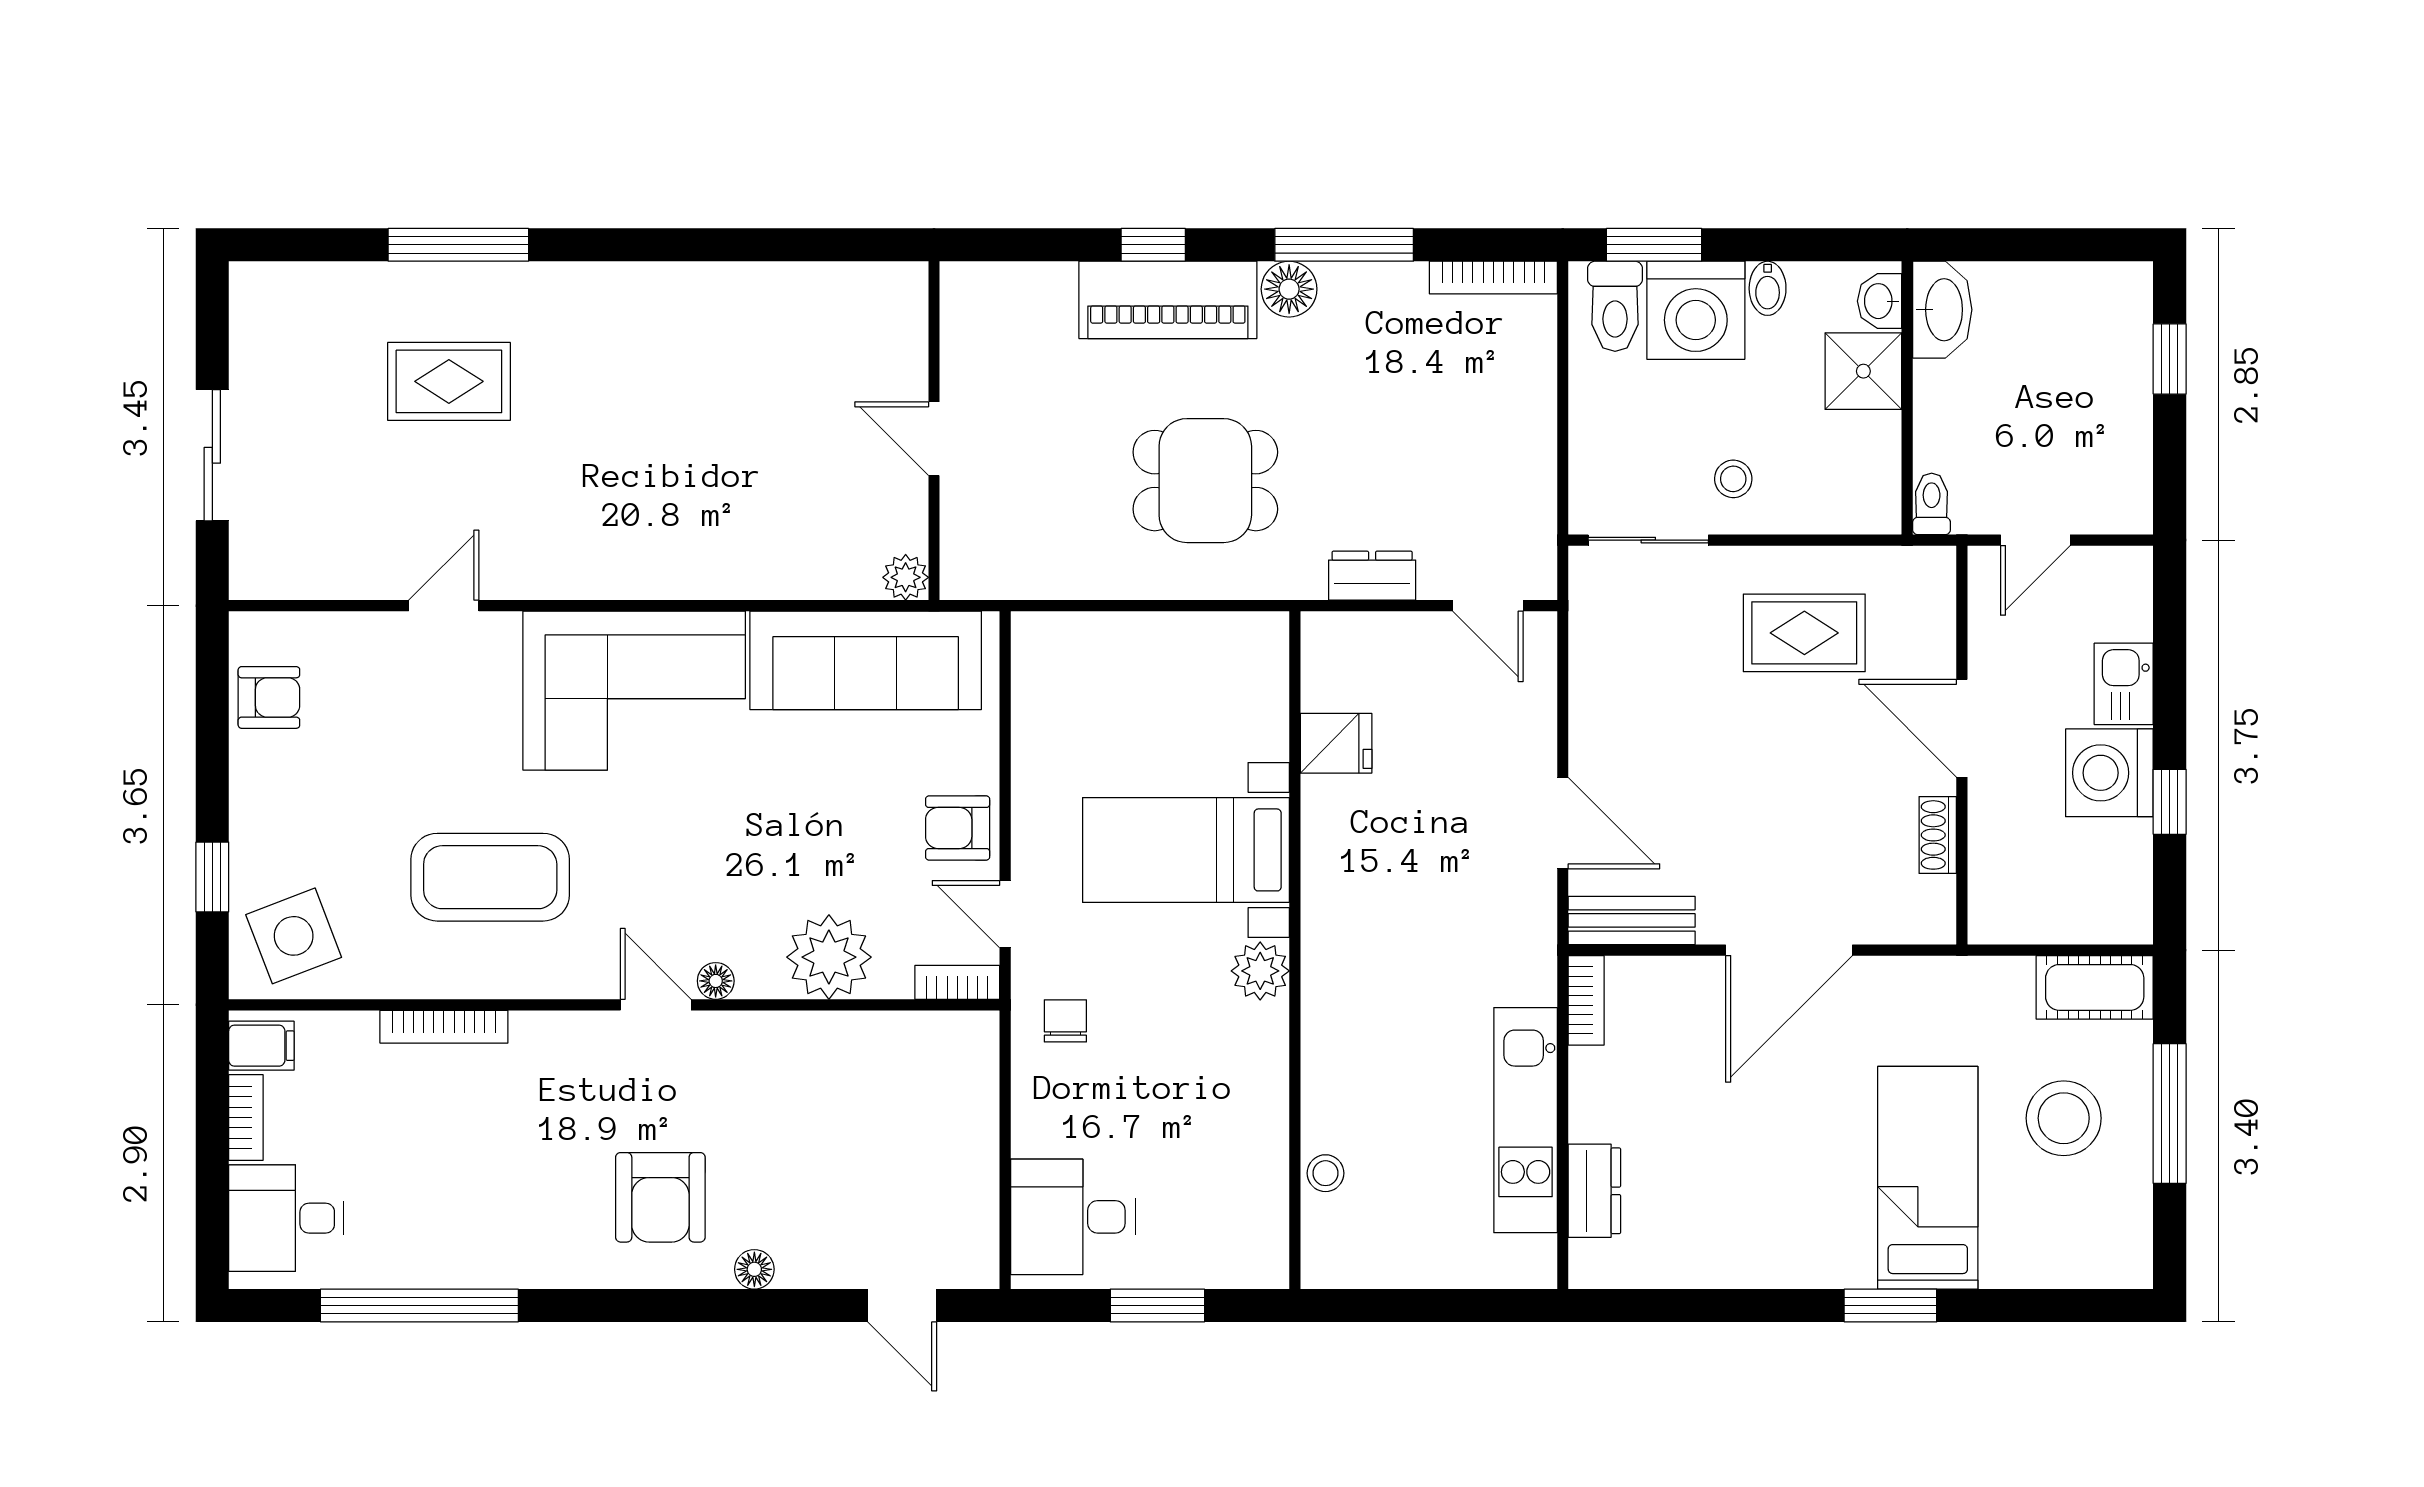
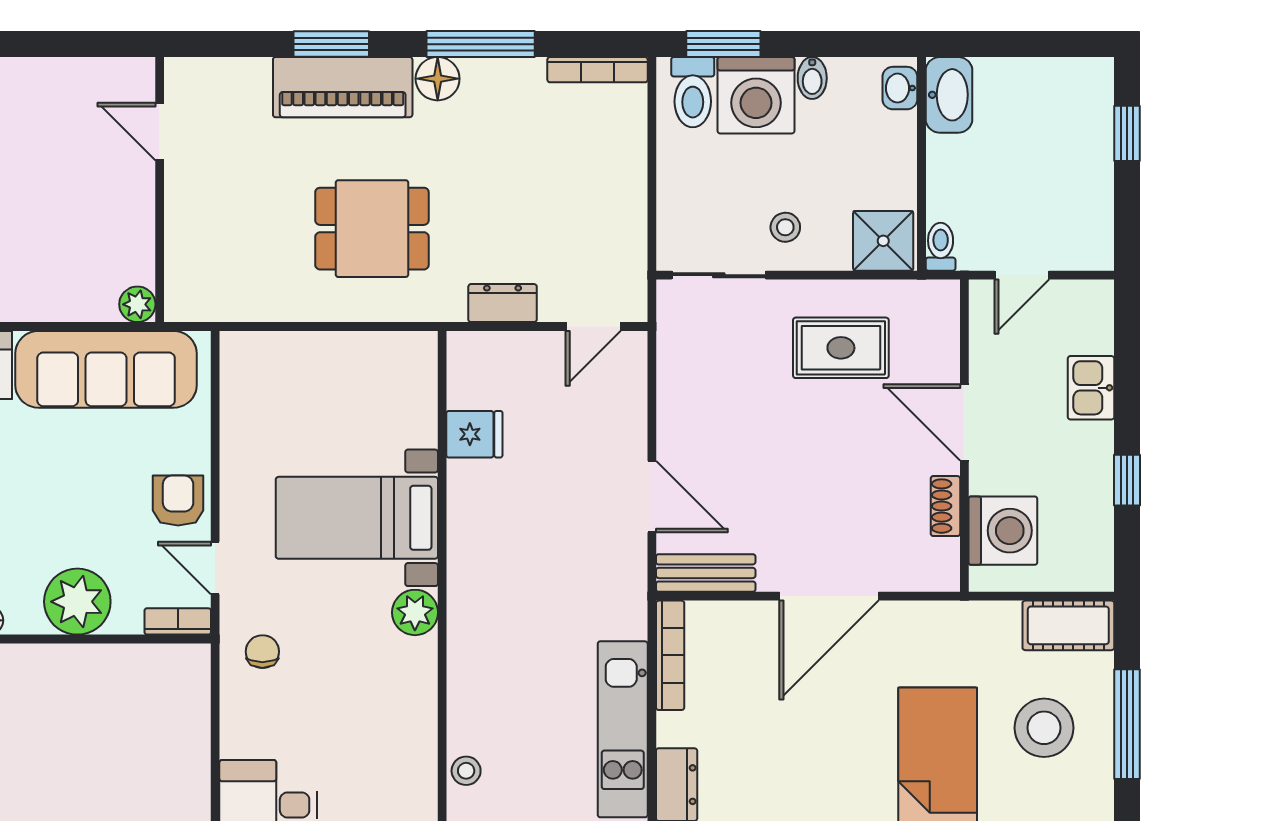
window: (1153, 245) -> (331, 44), width x1.50
shower: (1863, 371) -> (883, 241), moved
door: (934, 439) -> (160, 132), moved
door: (1488, 606) -> (593, 327), hinge flipped
washing machine: (2109, 773) -> (1003, 531), moved, turned 180
armchair: (958, 828) -> (178, 501), turned 90
bookcase: (1586, 1000) -> (670, 655), width x1.56

